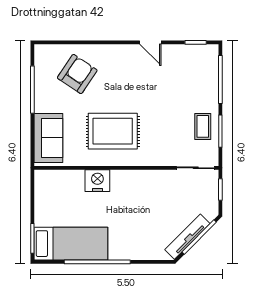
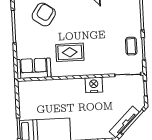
rug: (113, 131) -> (70, 52), width x0.73, depth x0.70
sofa: (48, 138) -> (34, 68), moved, turned -90
nightstand: (97, 181) -> (94, 85), moved

